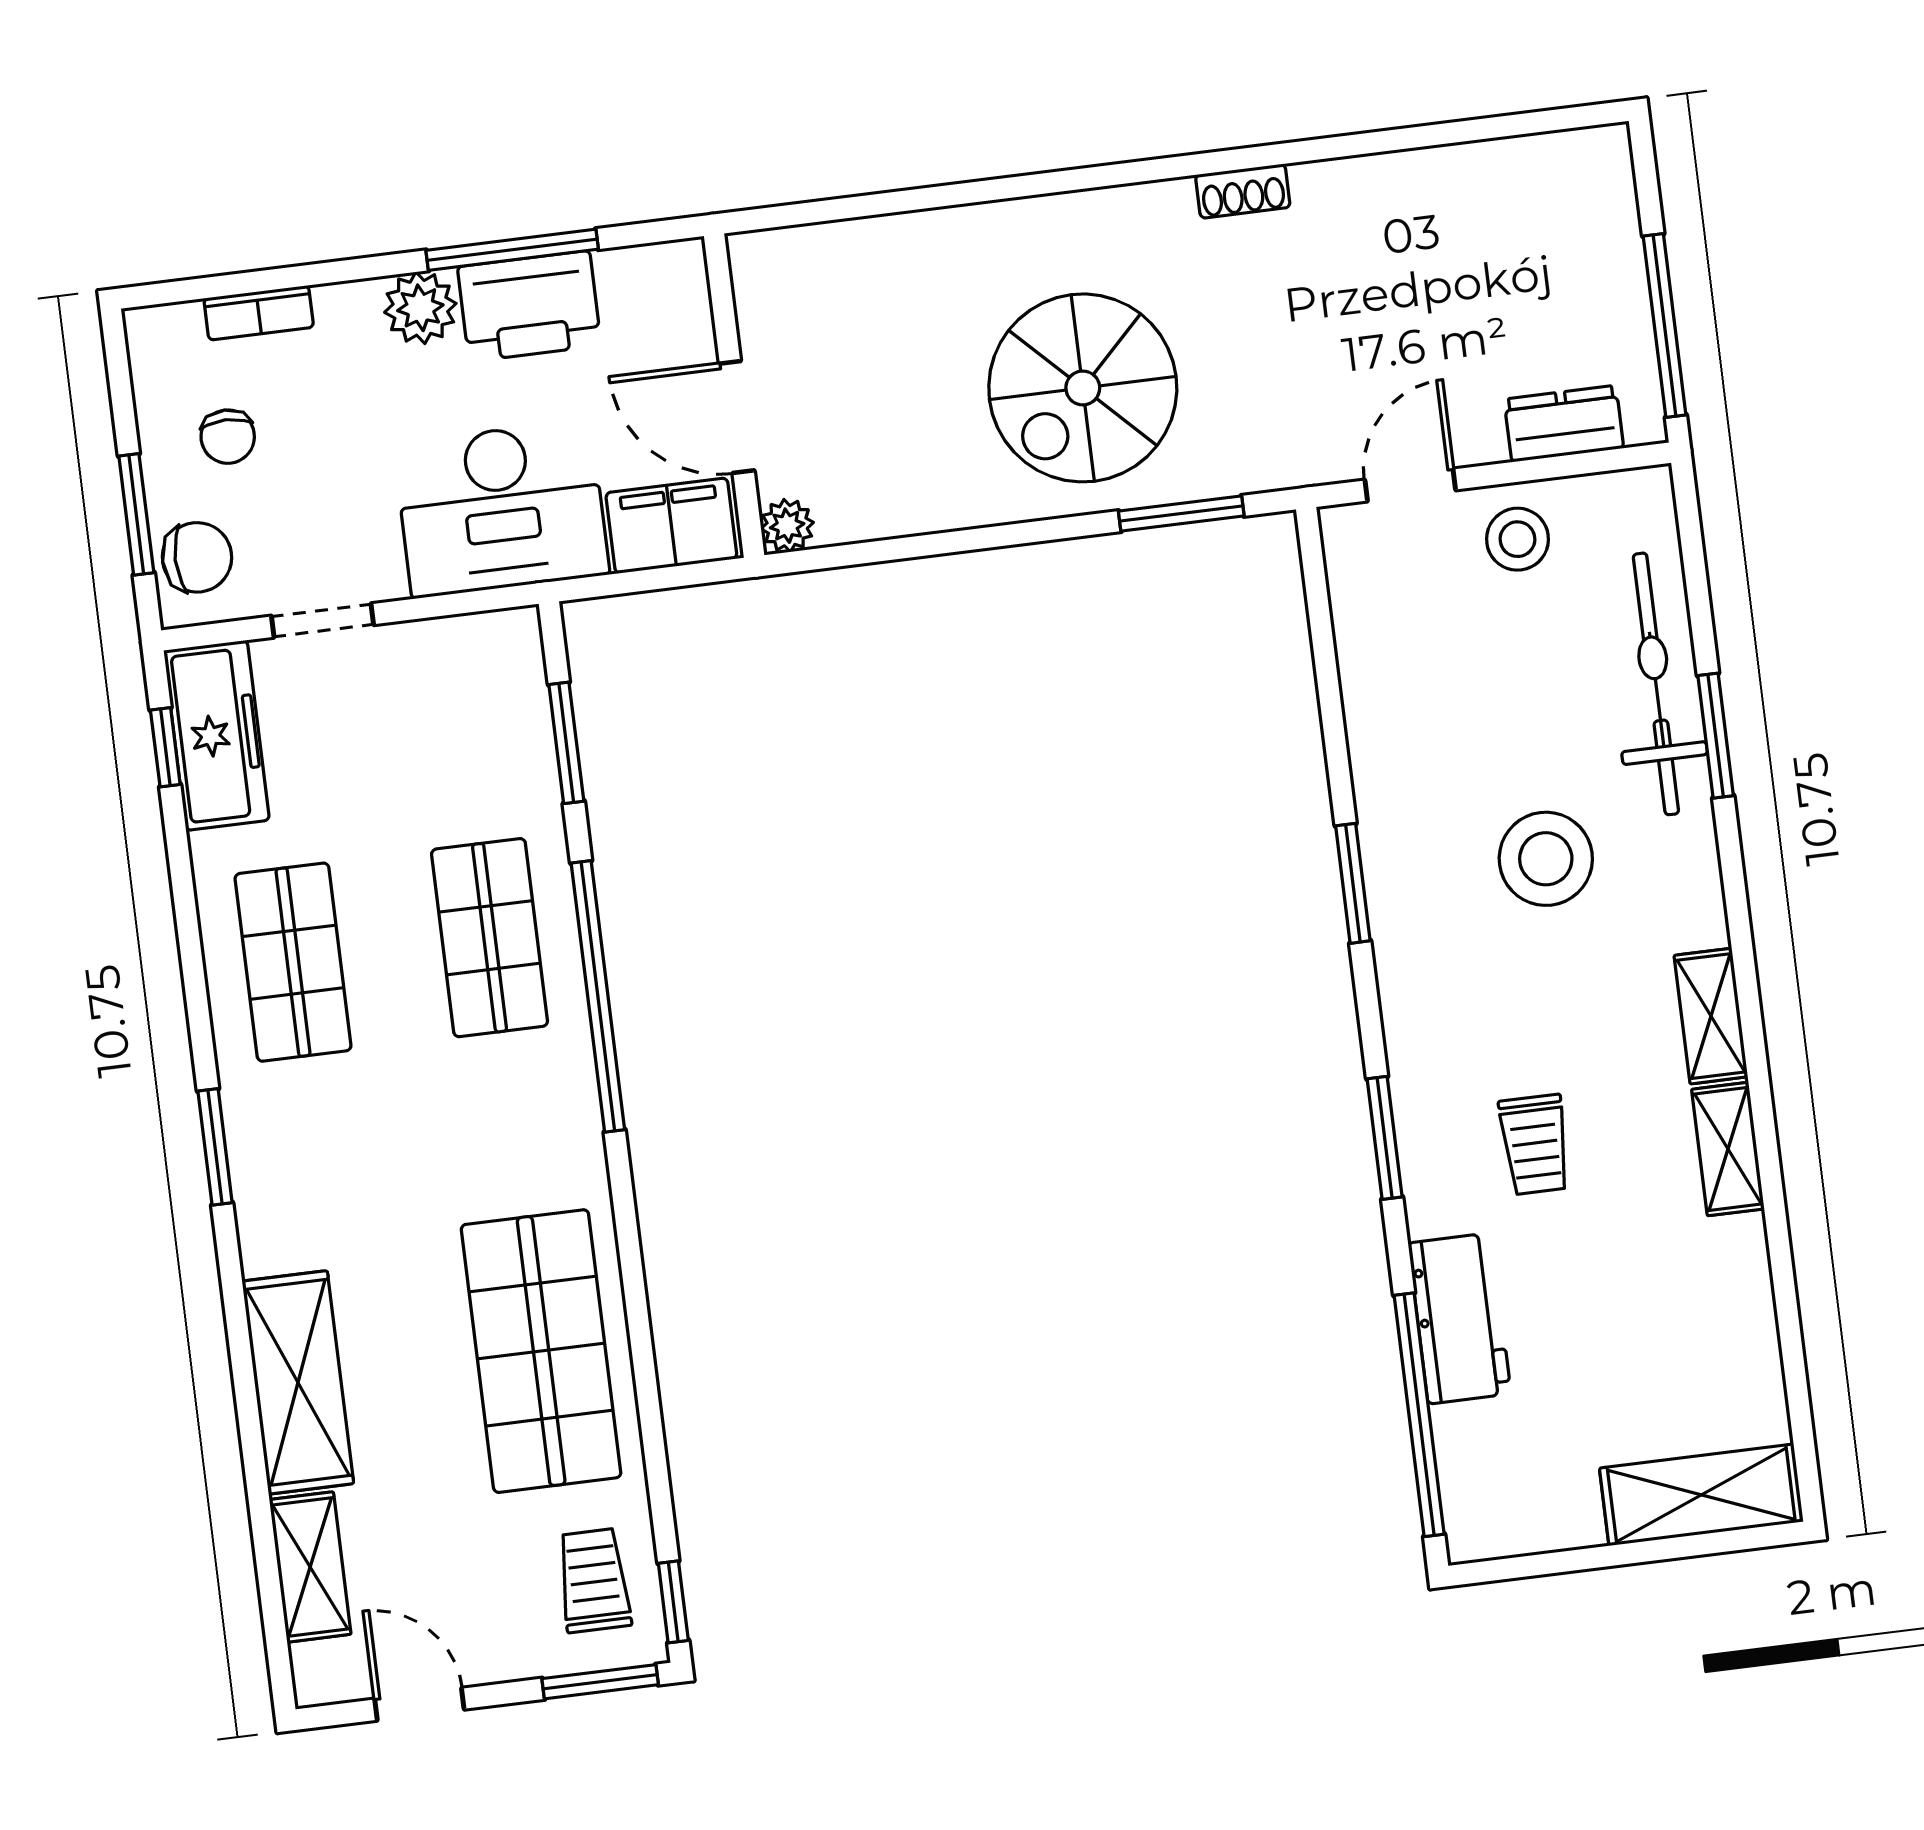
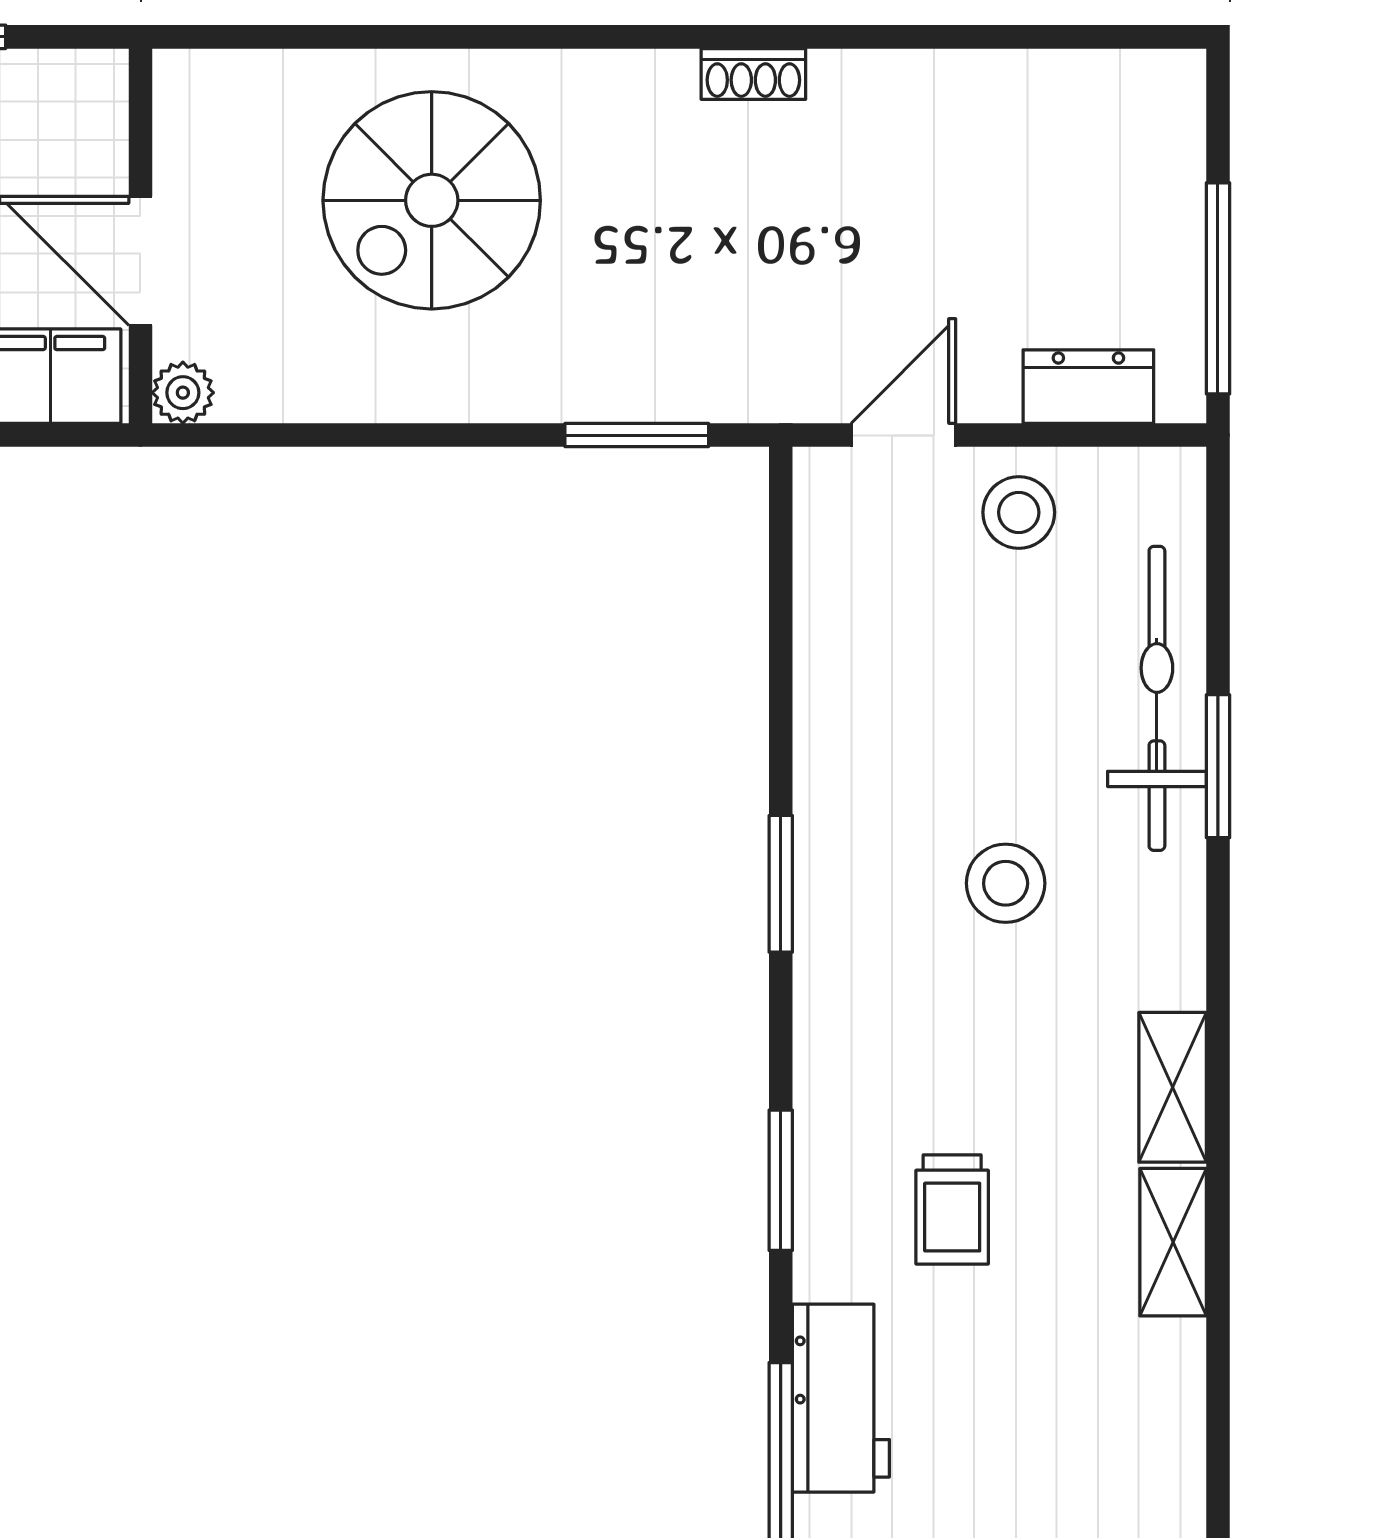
spiral stairs: (1083, 388) -> (432, 200), moved
stool: (1546, 859) -> (1006, 883), width x0.73, depth x0.73

